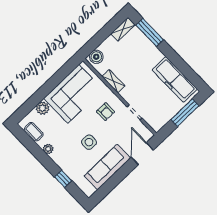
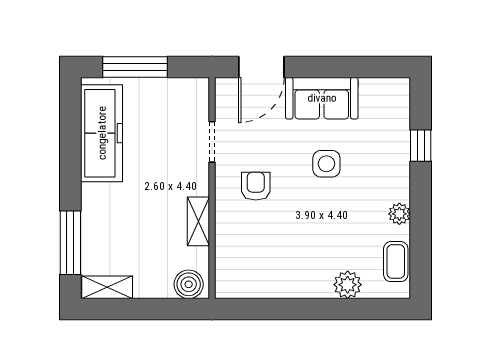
corner sofa: (73, 94) -> (279, 261), removed
sofa: (107, 167) -> (322, 98), width x0.73

